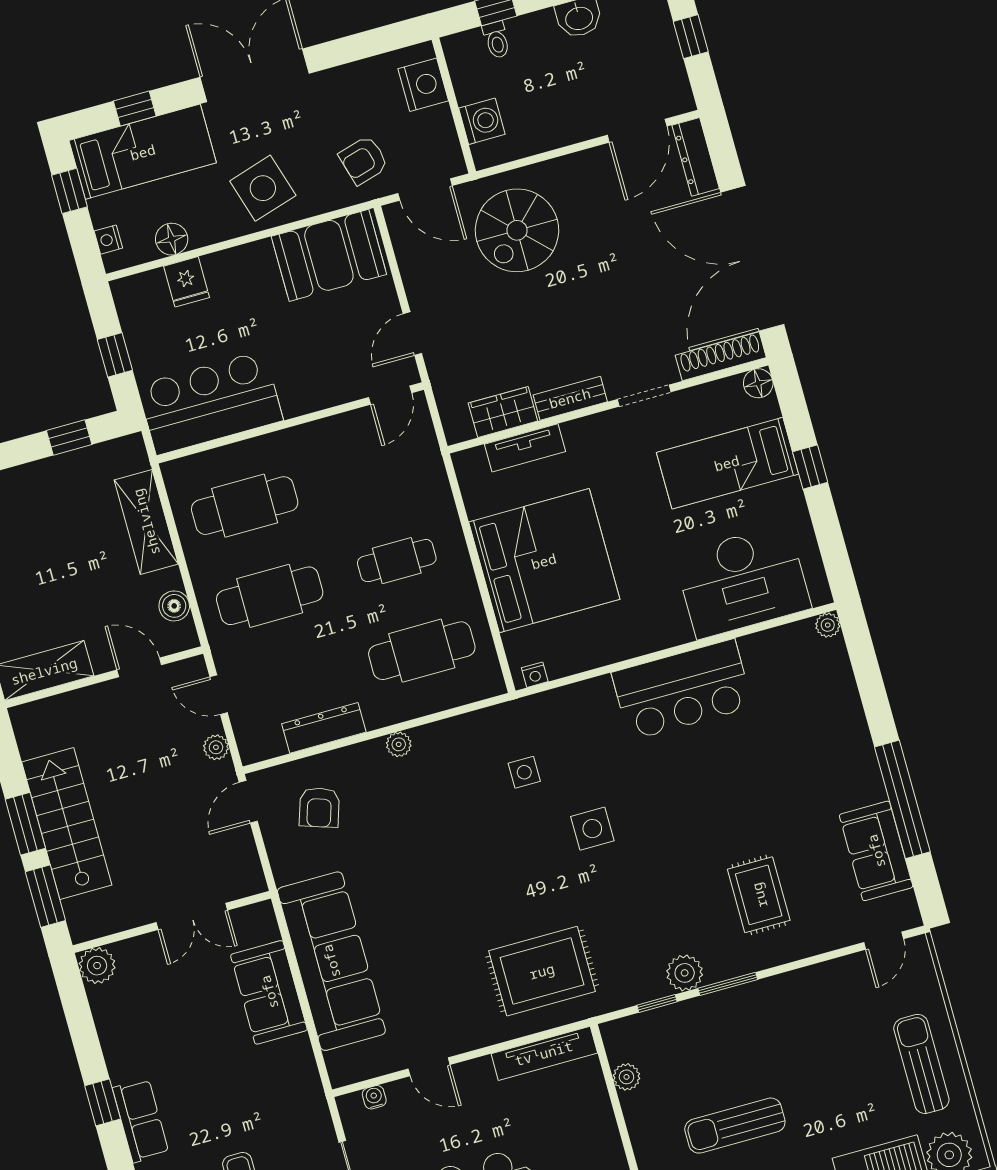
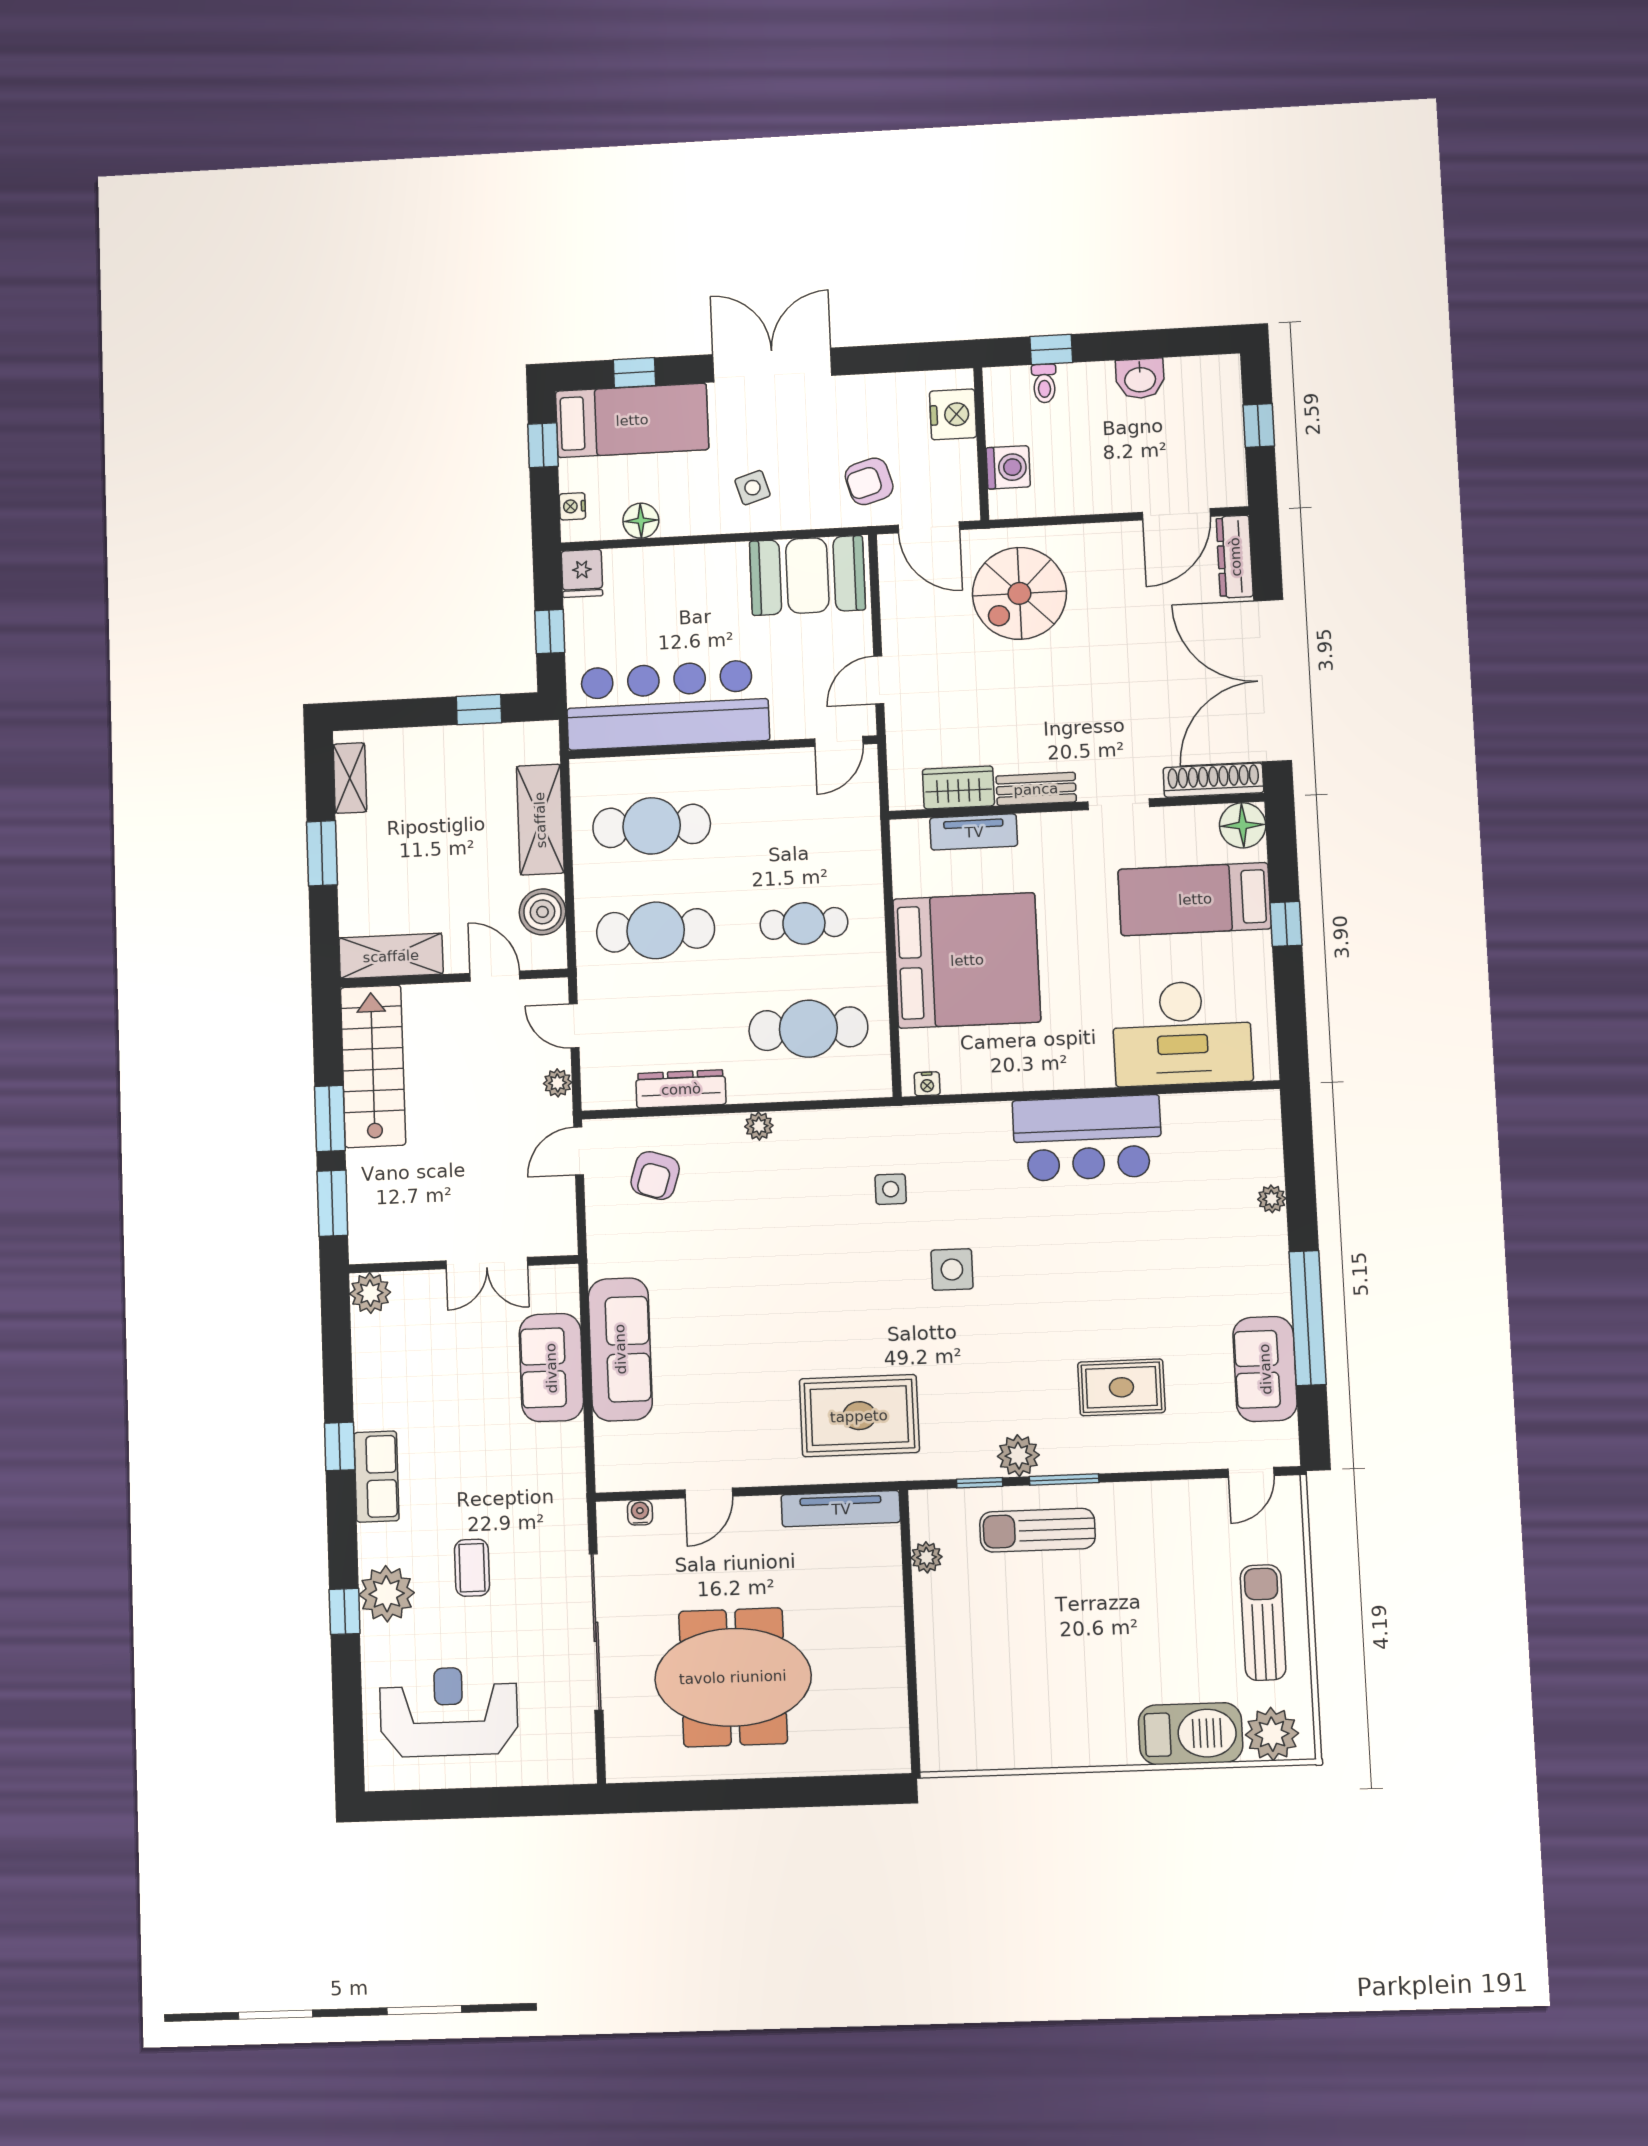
side table: (263, 188) -> (753, 488), width x0.54, depth x0.54
fridge: (187, 282) -> (582, 573), moved
floor lamp: (758, 383) -> (1243, 825), width x1.38, depth x1.38
bar counter: (210, 403) -> (667, 705), width x1.36
boiler: (174, 606) -> (542, 912), width x1.36, depth x1.36
plant: (828, 625) -> (1272, 1199), moved
stairs: (67, 823) -> (373, 1066), moved
rug: (759, 895) -> (1121, 1387), turned 90
sofa: (331, 961) -> (620, 1349), width x0.74, depth x0.79
door: (429, 1067) -> (709, 1493), hinge flipped
sun lounger: (735, 1126) -> (1037, 1530), moved

